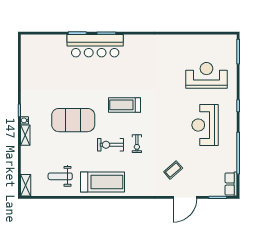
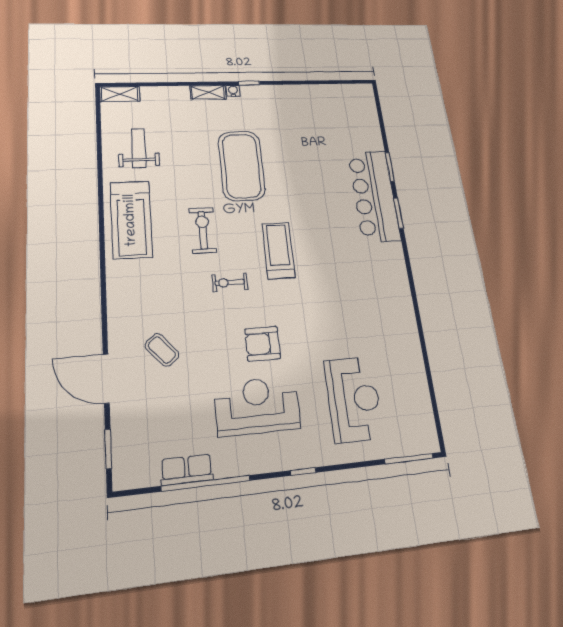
armchair: (174, 119) -> (263, 344), added
exercise bike: (137, 144) -> (230, 282), moved
row of seats: (231, 184) -> (187, 470), moved

